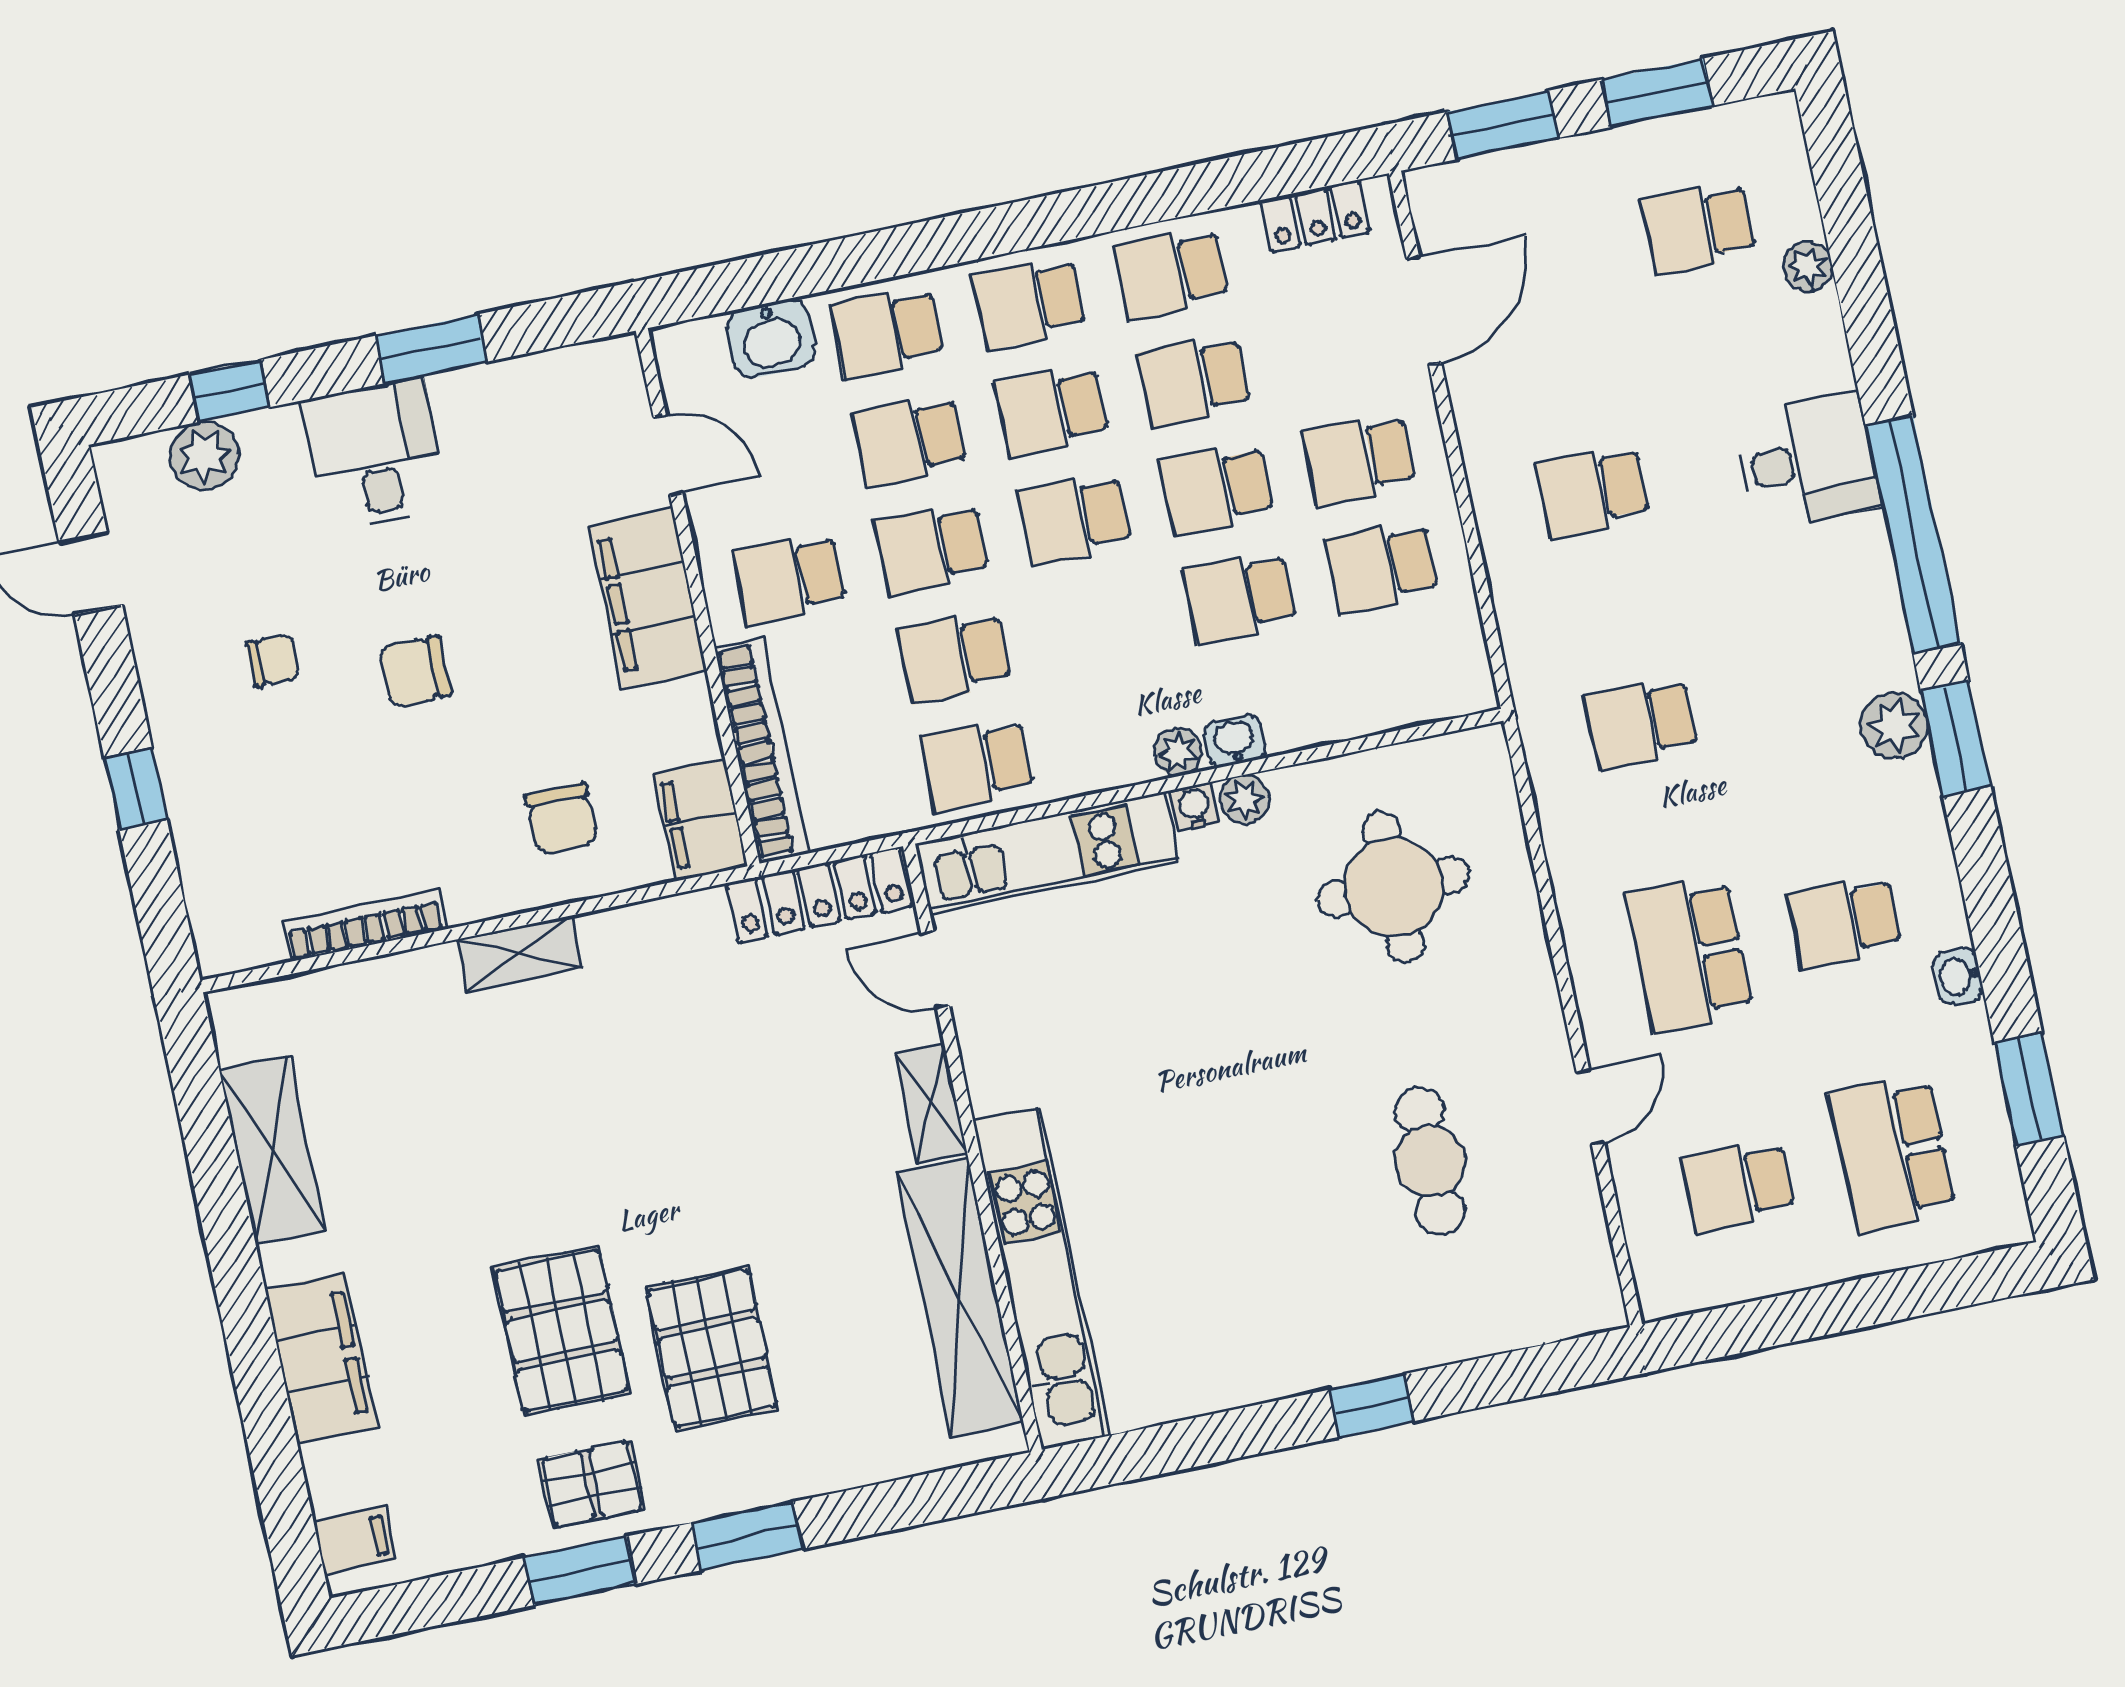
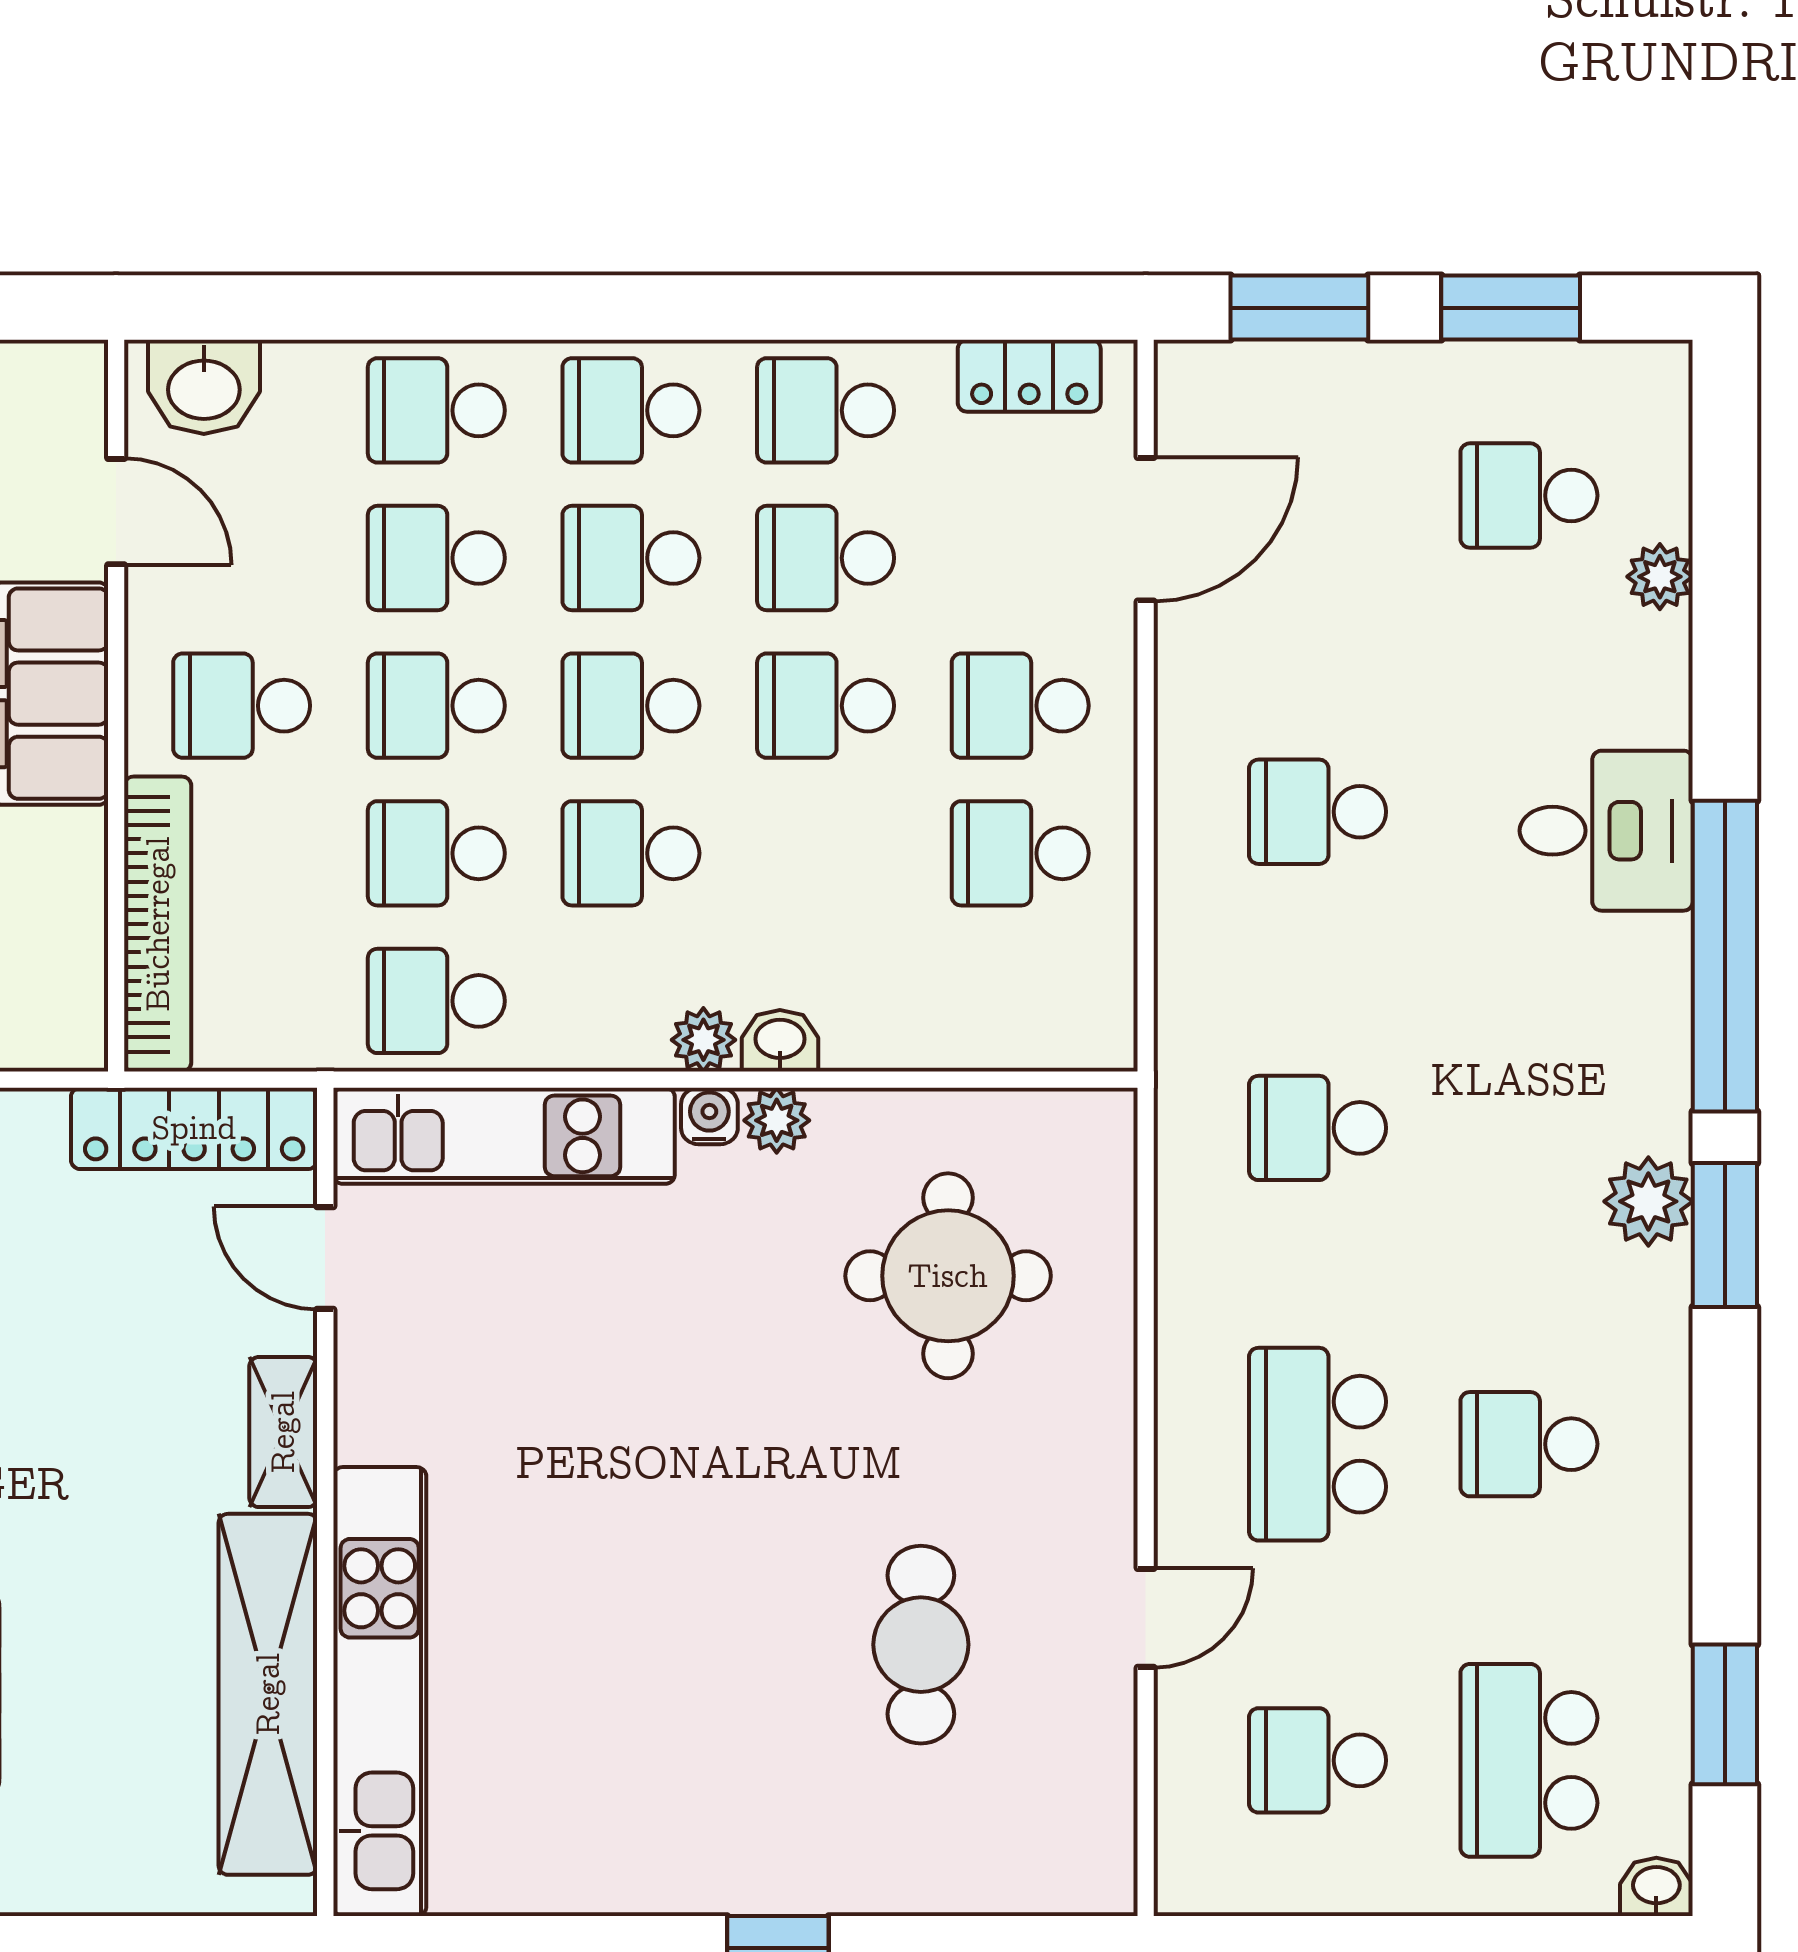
washbasin: (771, 338) -> (204, 387), moved
school desk: (1239, 597) -> (631, 853), moved
filing cabinet: (700, 820) -> (59, 998), removed
washbasin: (1958, 976) -> (1656, 1887), moved, turned 90

